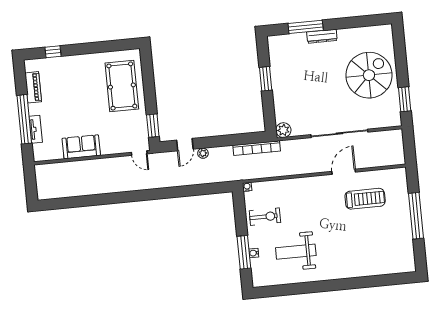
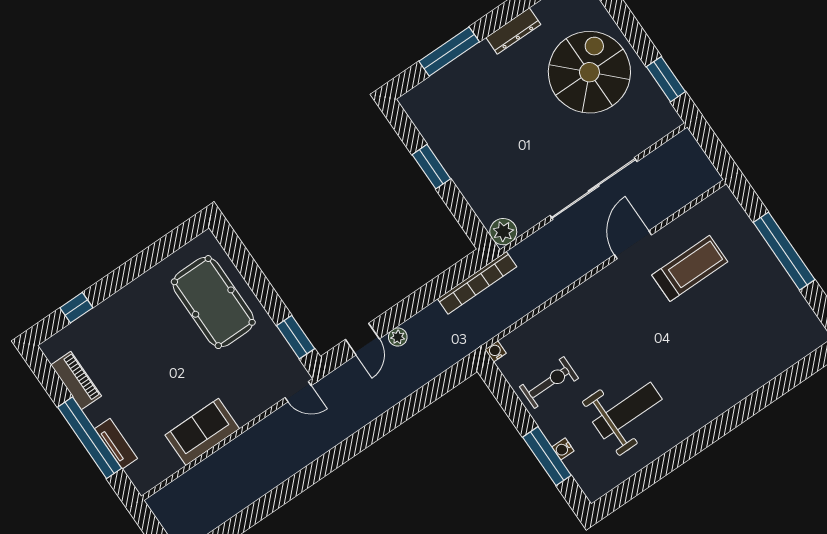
dresser: (322, 36) -> (513, 31), moved
weight bench: (296, 252) -> (627, 411), turned 180

